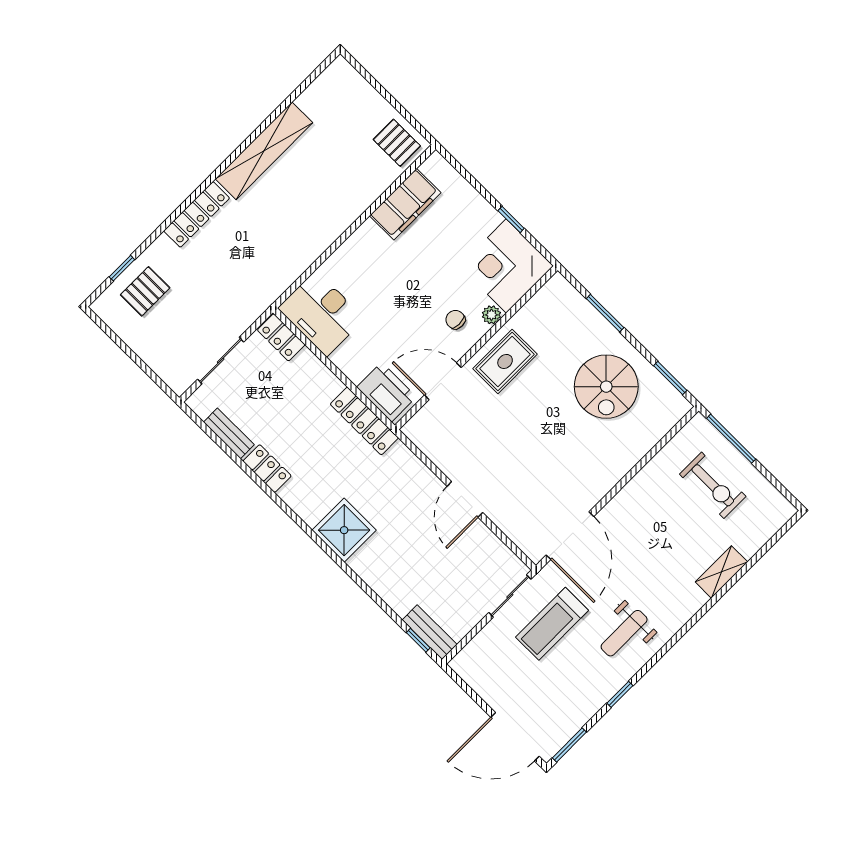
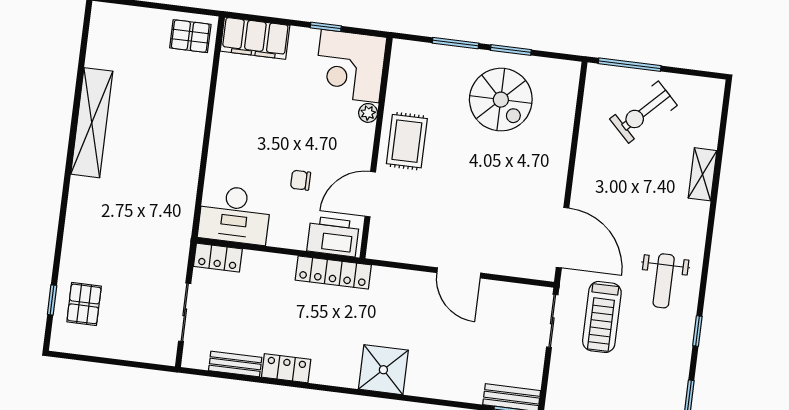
filing cabinet: (405, 204) -> (255, 38), moved, turned 90
locker: (197, 214) -> (78, 213), removed
chair: (455, 320) -> (301, 180), moved
window: (670, 378) -> (511, 50), moved
exercise bike: (713, 485) -> (643, 112), turned 135

